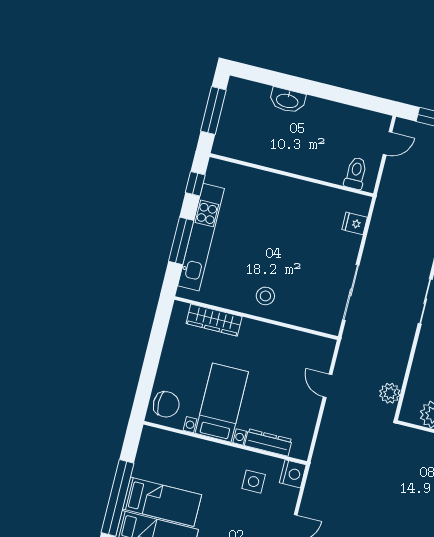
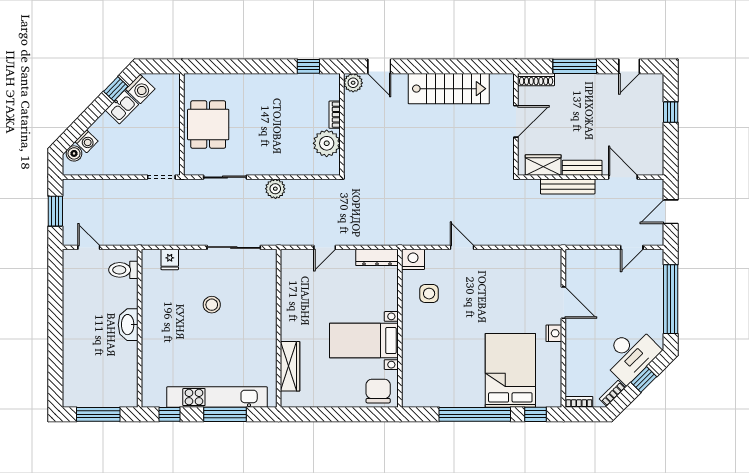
washbasin: (287, 100) -> (128, 325), moved, turned 180
stool: (265, 296) -> (212, 305), moved
plant: (390, 393) -> (275, 189), moved
dresser: (268, 442) -> (377, 257), moved, turned -90
bed: (162, 502) -> (468, 373), removed

